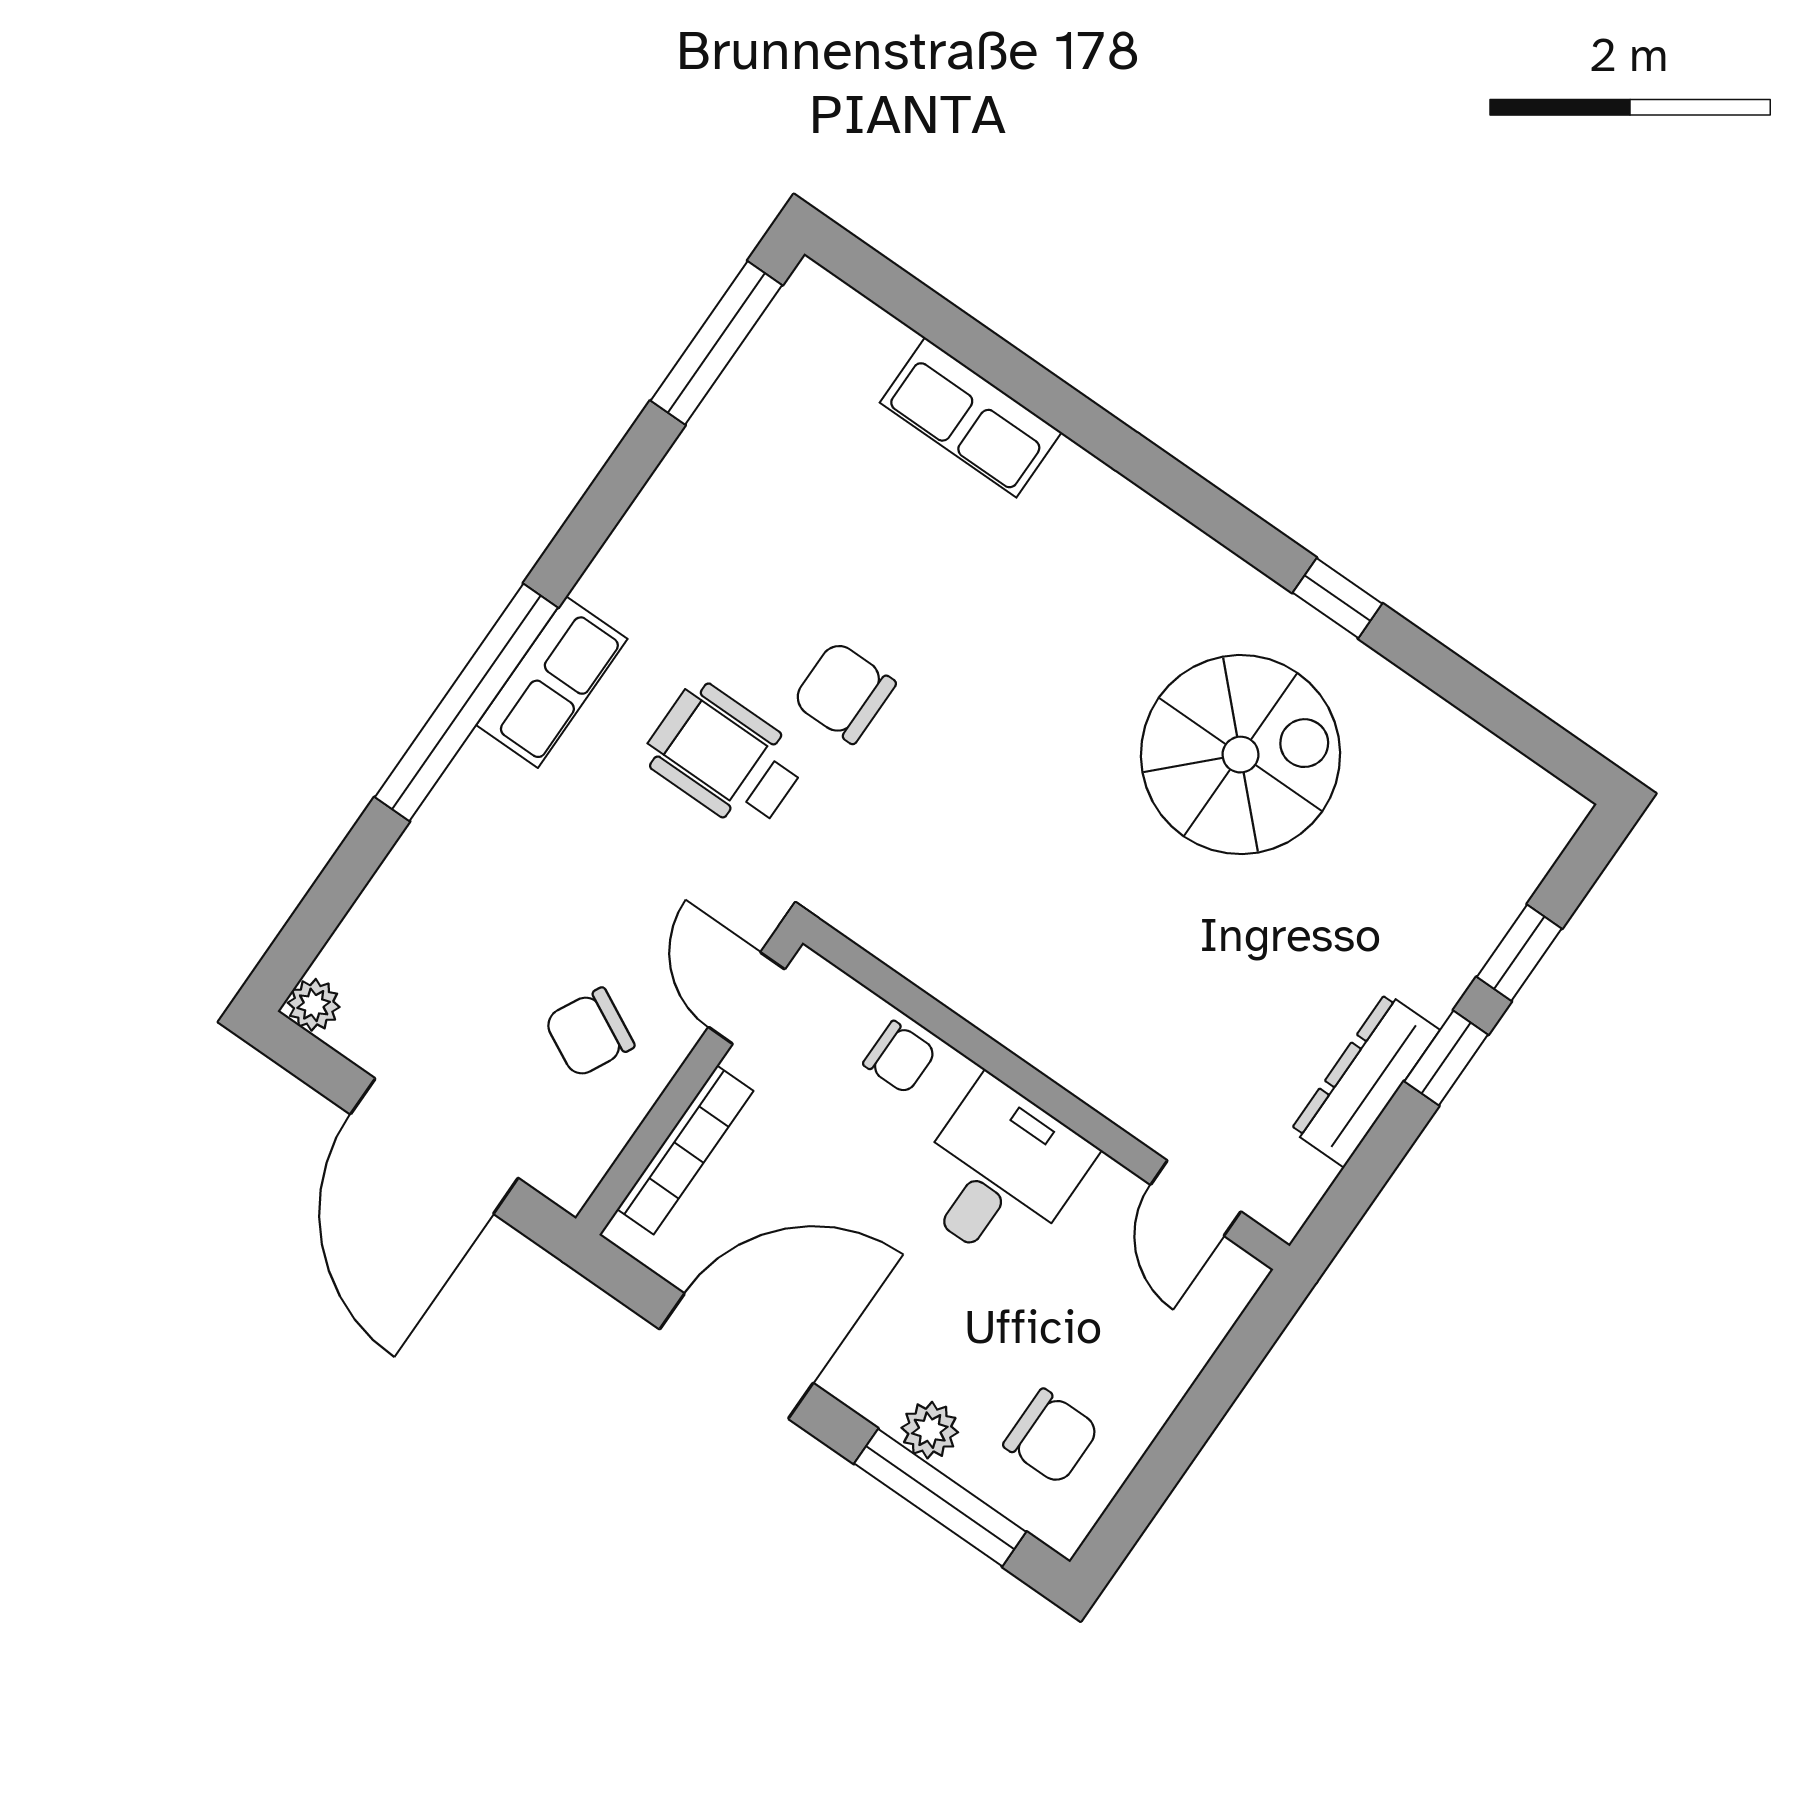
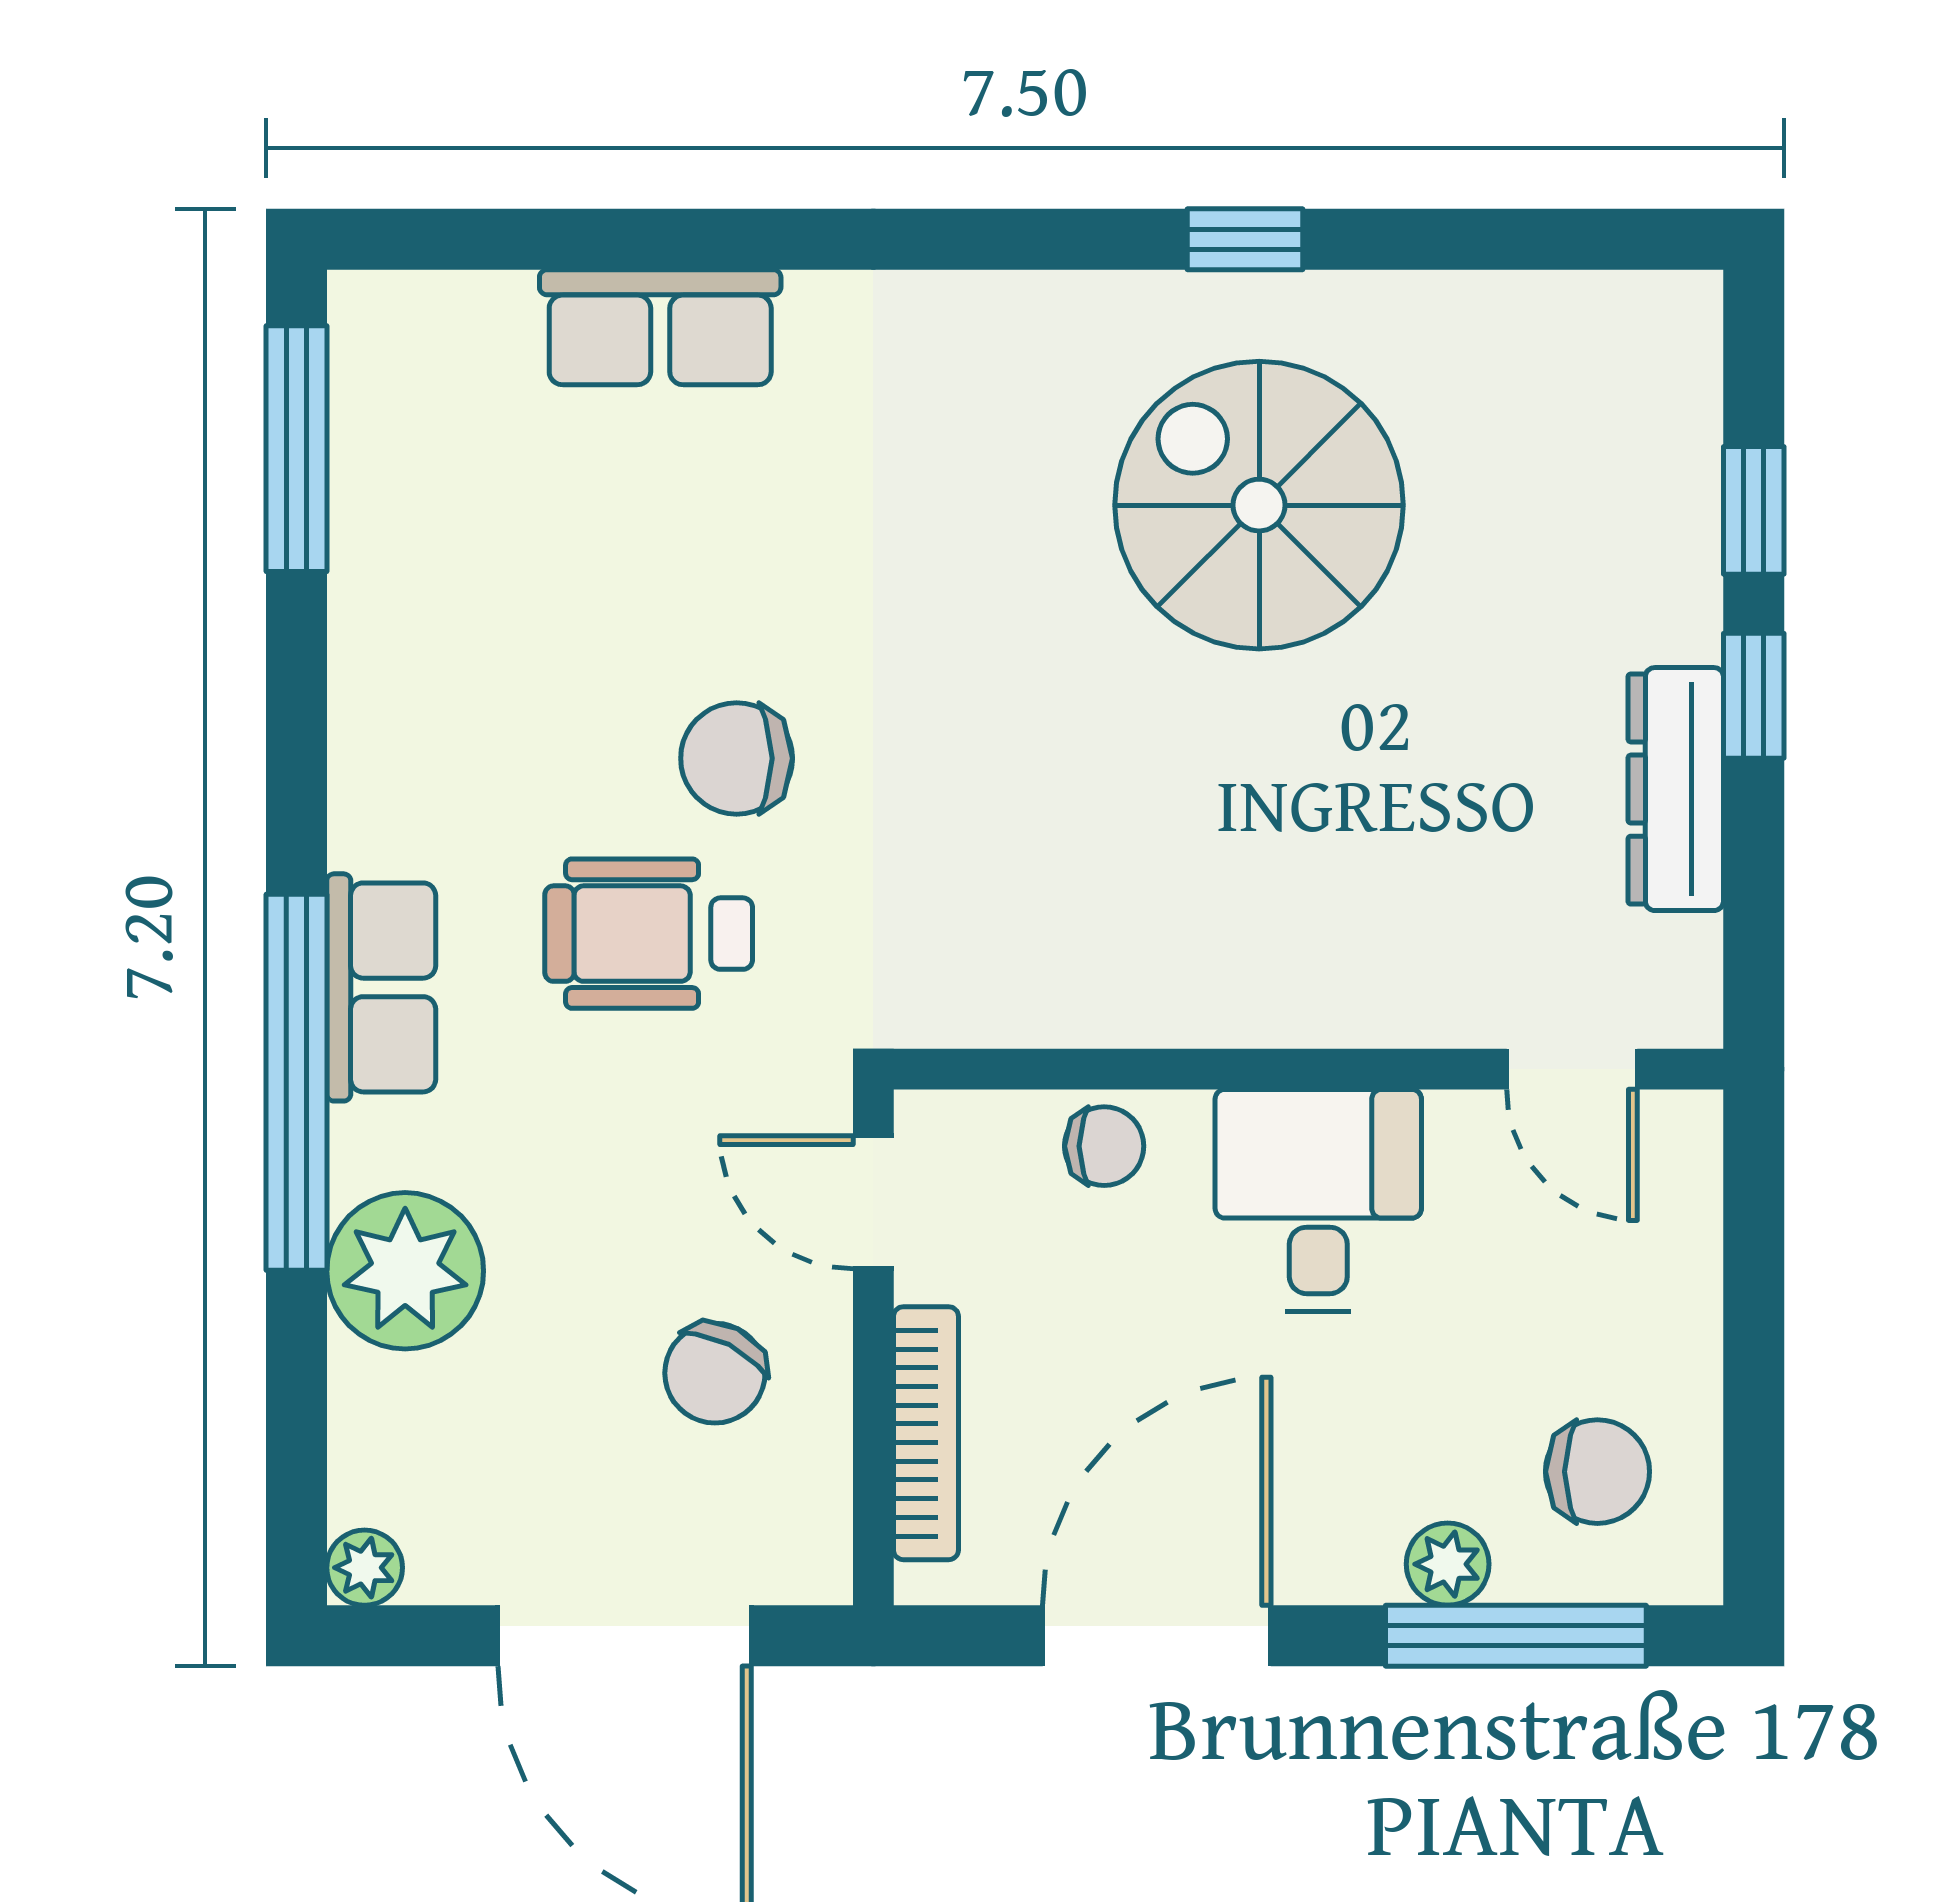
spiral stairs: (1240, 755) -> (1259, 505), turned -90
plant: (454, 852) -> (405, 1271), added

